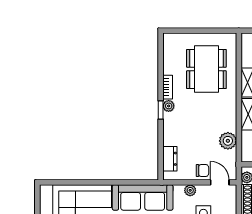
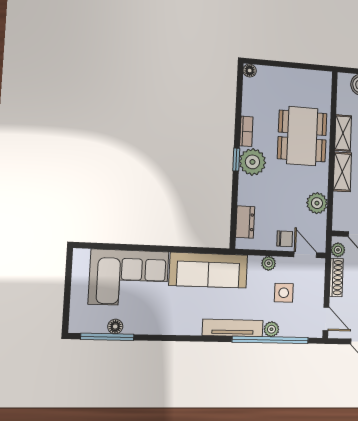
floor lamp: (168, 38) -> (250, 71), added
dining table: (206, 69) -> (302, 136), moved
plant: (169, 106) -> (252, 162), width x1.87, depth x1.87

